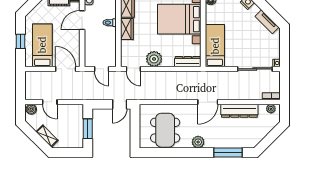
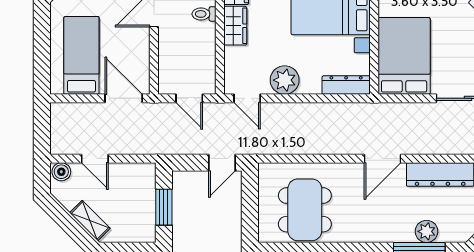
window: (21, 41) -> (42, 48), removed
bed: (215, 46) -> (404, 56), width x1.50
plant: (198, 142) -> (427, 231), moved

